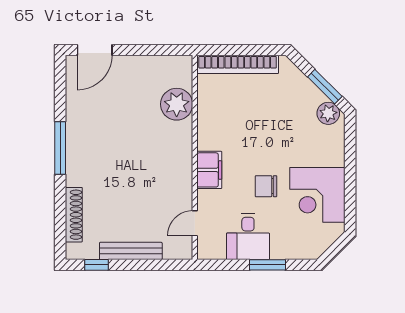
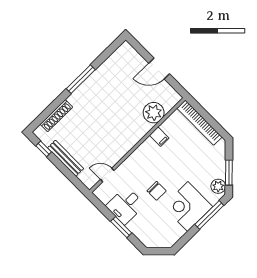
door: (95, 50) -> (159, 68), moved
window: (350, 154) -> (209, 215), added
filing cabinet: (209, 170) -> (159, 137), moved, width x0.50
chair: (266, 186) -> (157, 191), turned 180
corner desk: (317, 195) -> (188, 207), moved

